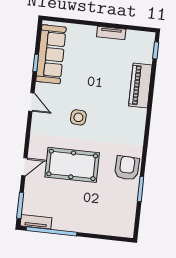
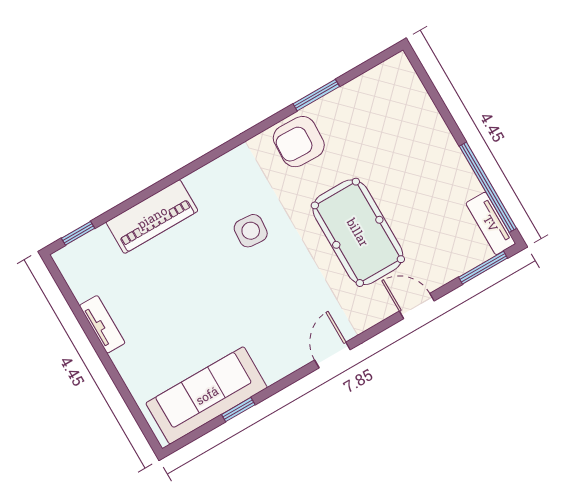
door: (31, 102) -> (332, 355), moved
side table: (78, 117) -> (251, 231), moved

